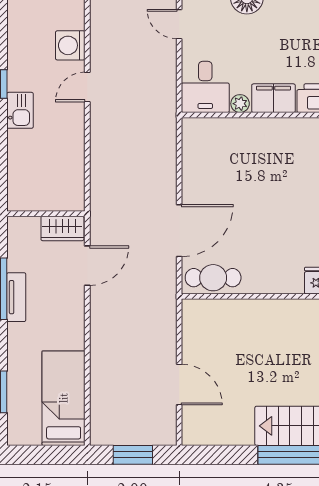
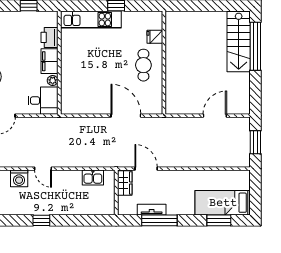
kitchen sink: (20, 110) -> (93, 178), moved, turned 180
cafe table: (213, 278) -> (143, 65), moved
tv unit: (16, 297) -> (152, 210), moved
bed: (64, 398) -> (223, 203), moved

